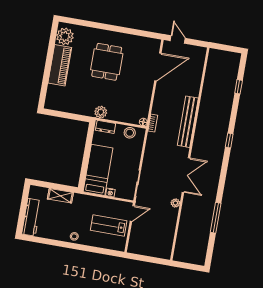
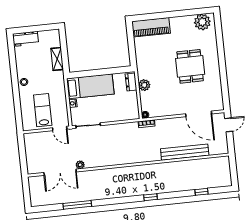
dining table: (107, 62) -> (190, 66), turned 90
piano: (60, 65) -> (151, 27), moved
plant: (101, 112) -> (144, 85), moved
bench: (188, 122) -> (185, 152), moved
stool: (130, 133) -> (132, 105), removed
double door: (186, 175) -> (60, 172), moved
workbench: (31, 217) -> (26, 39), width x0.73

